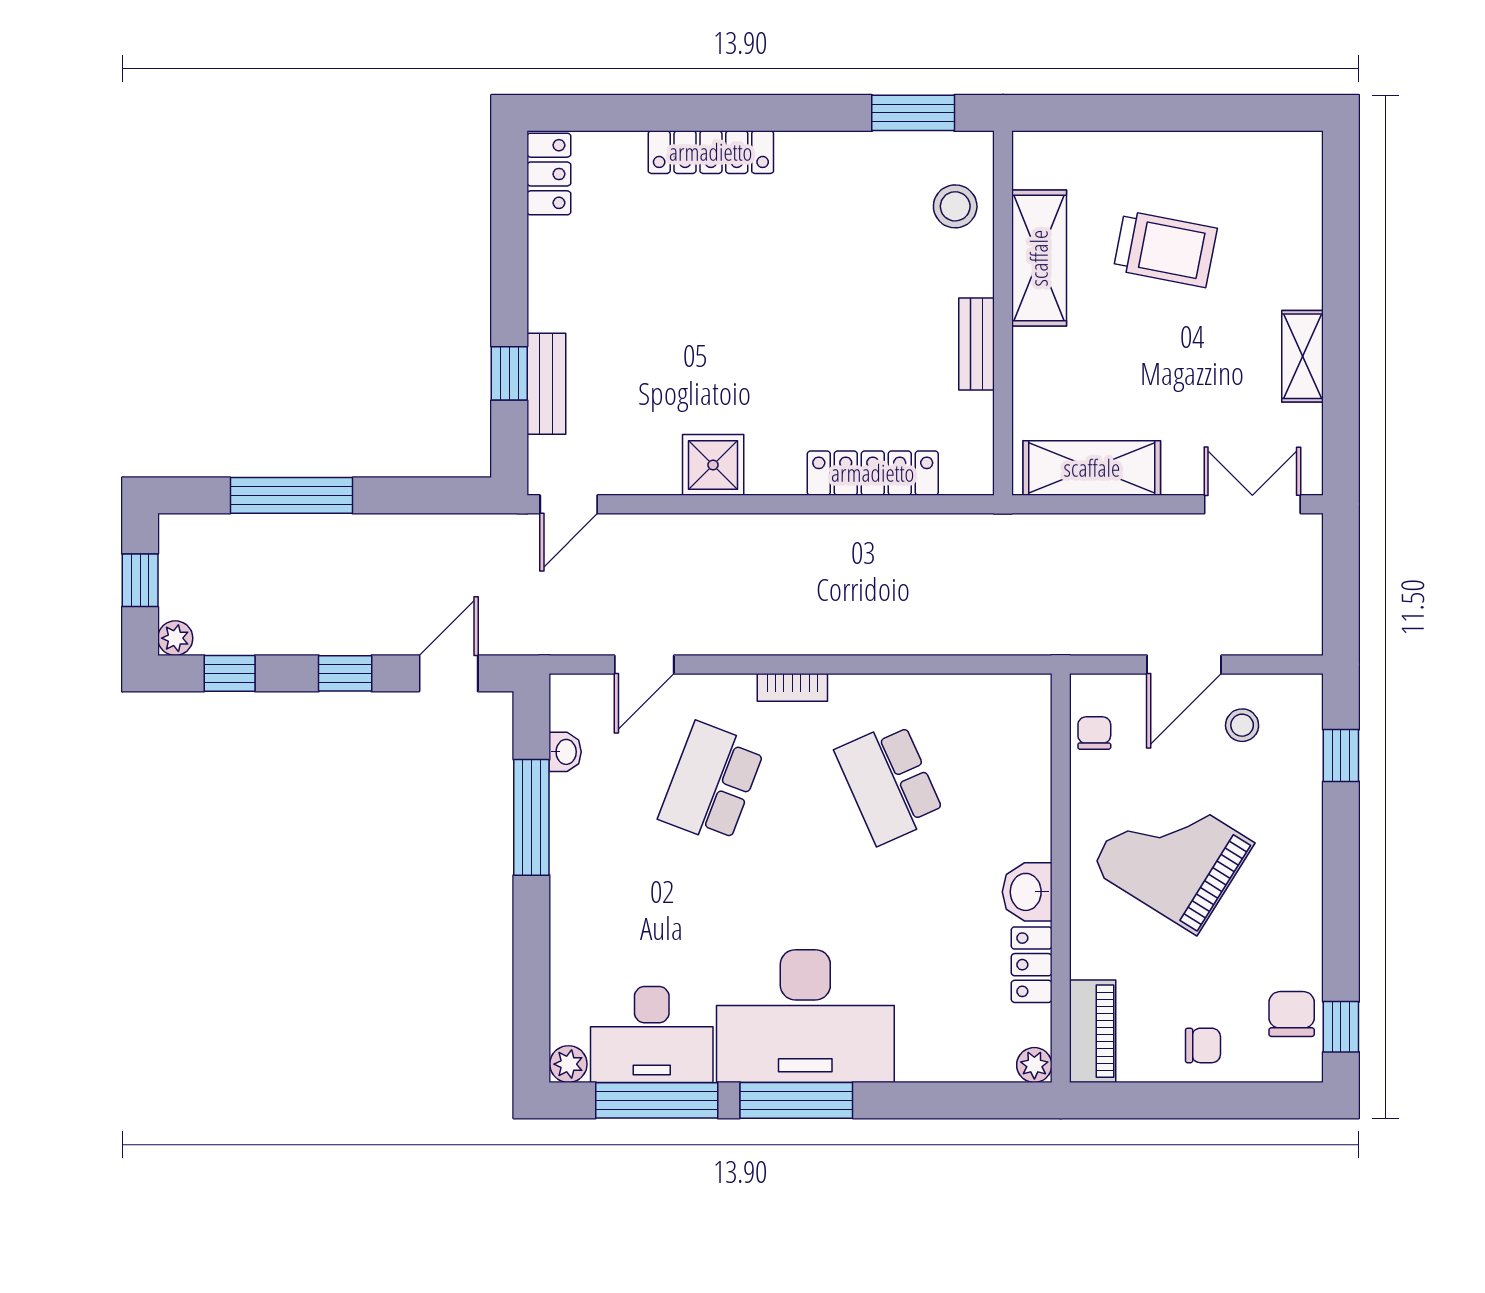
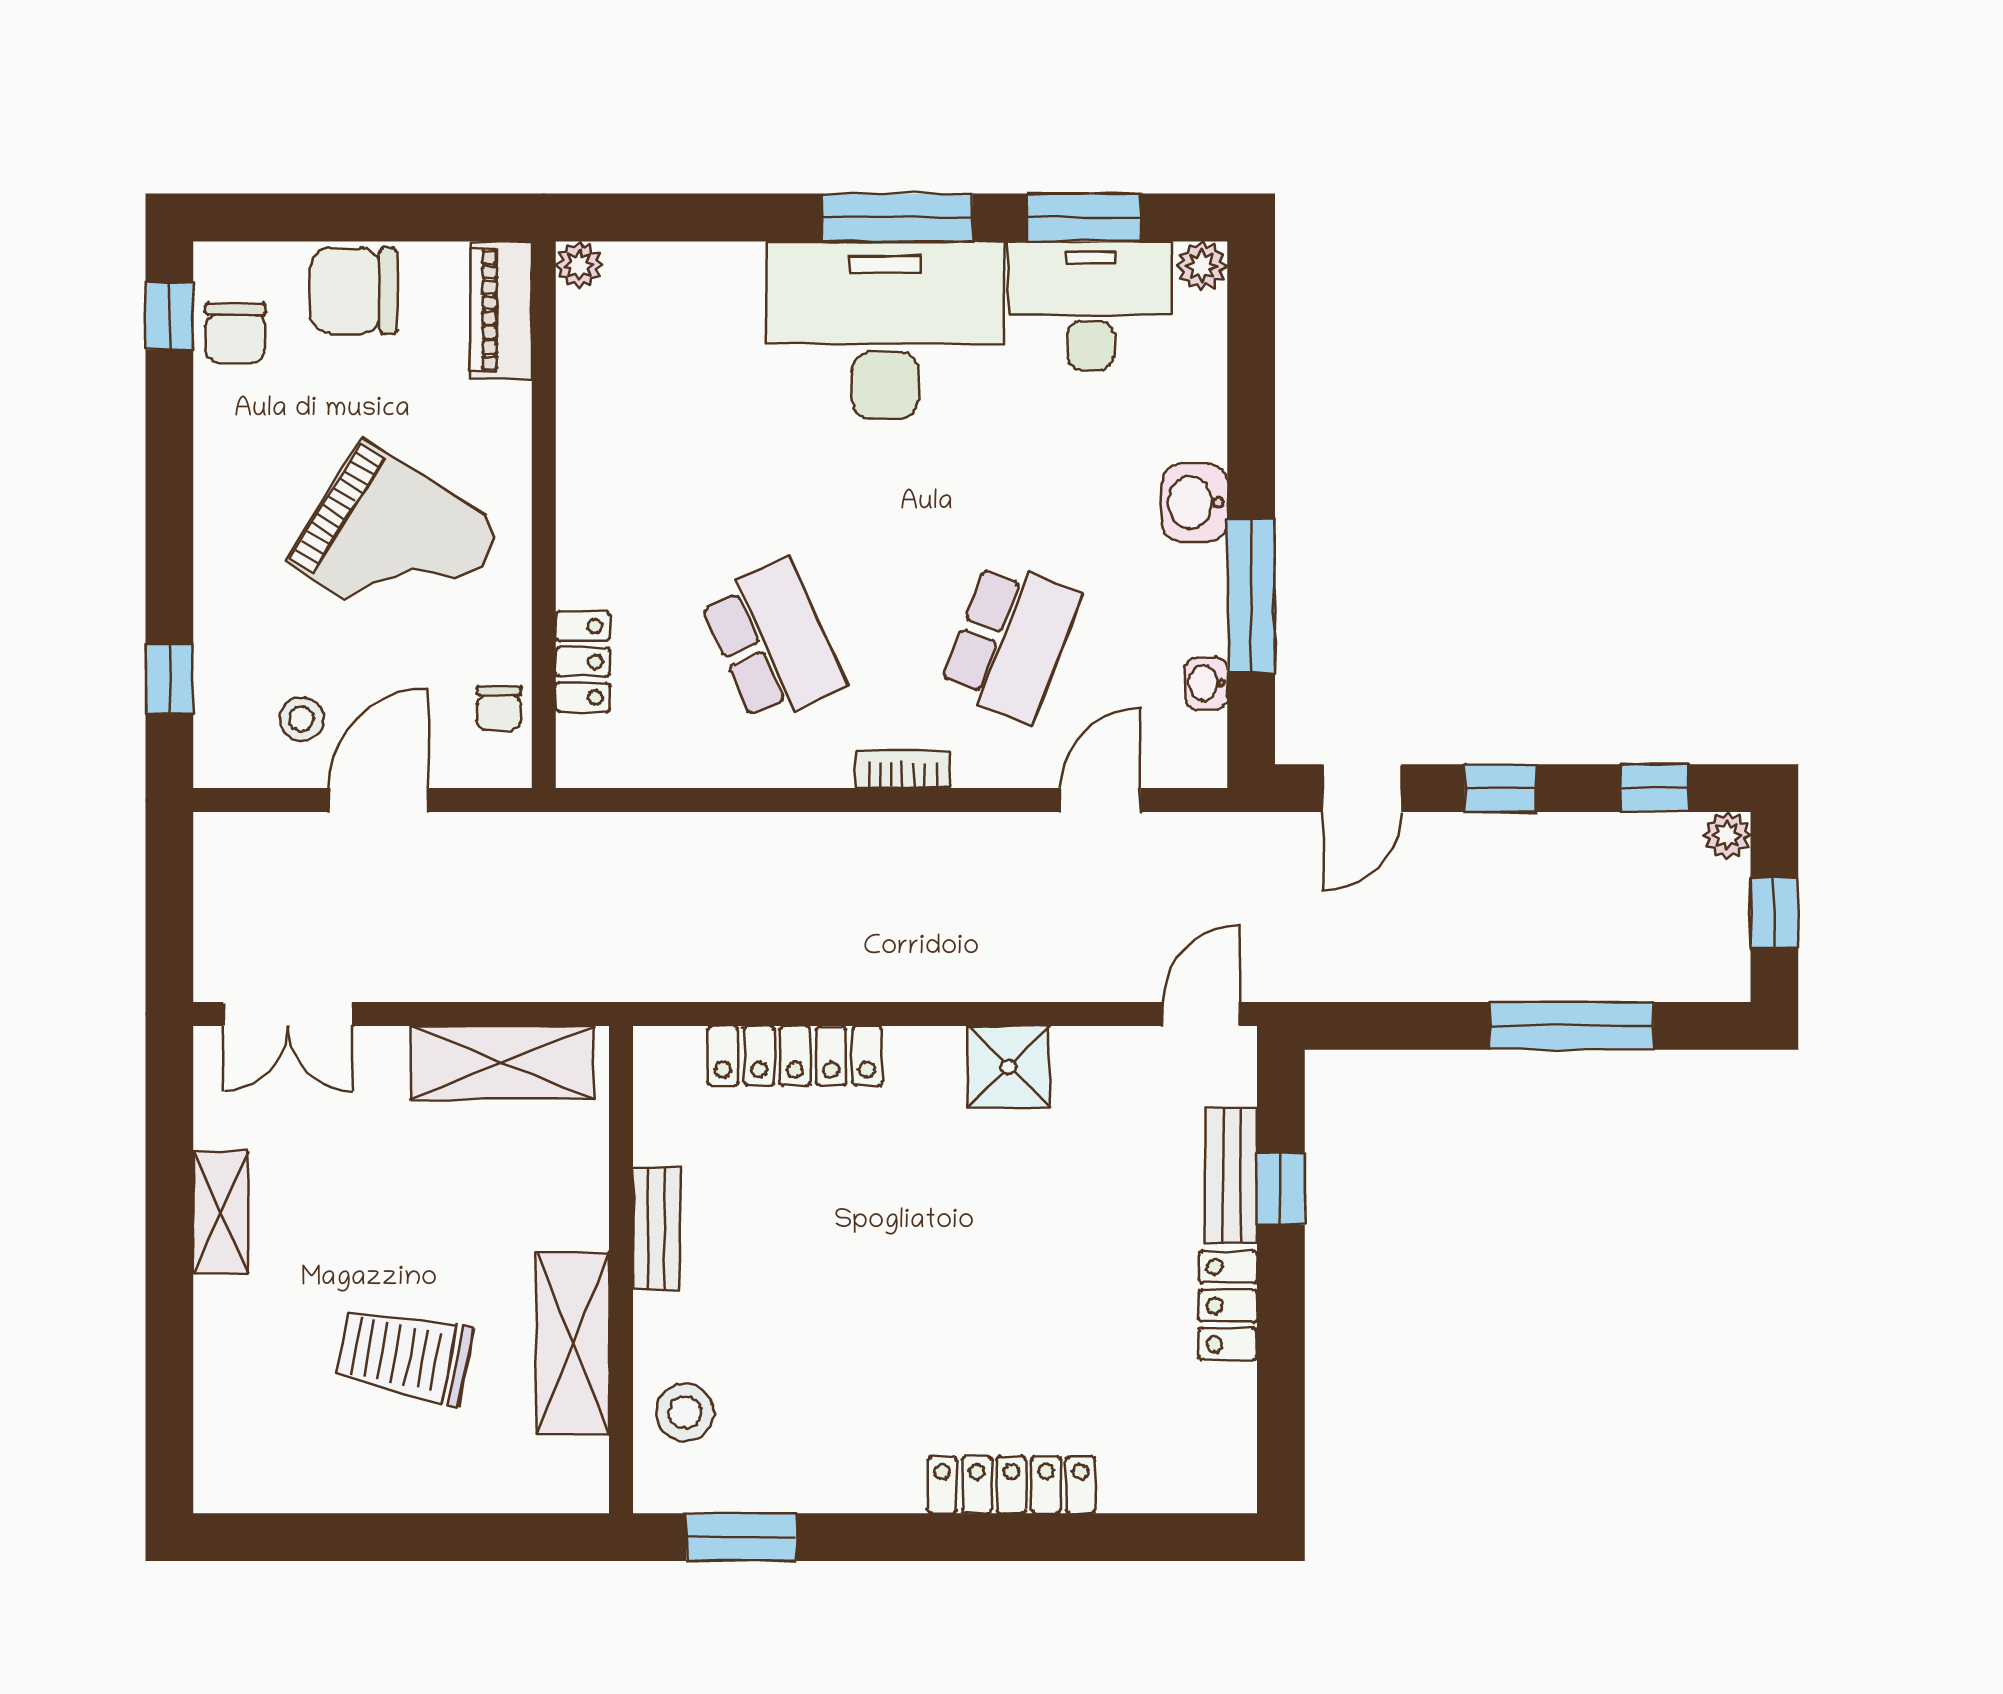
locker: (549, 174) -> (1228, 1306), moved
washbasin: (1027, 892) -> (1194, 502), moved, turned 180
locker: (1032, 965) -> (583, 662), moved
chair: (1203, 1045) -> (354, 291), width x1.87, depth x1.87
window: (657, 1100) -> (1084, 218), width x0.69

